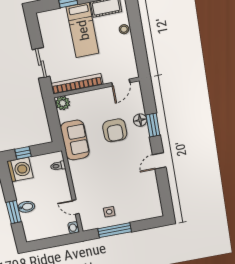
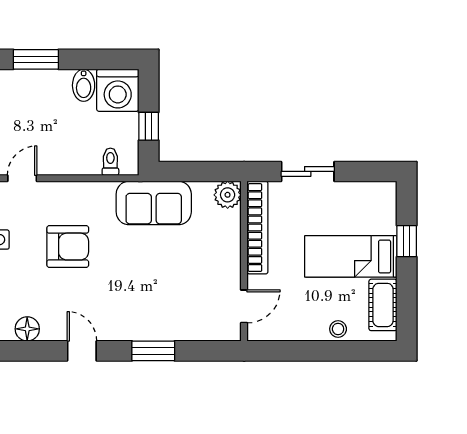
door: (121, 83) -> (244, 306), swing flipped
floor lamp: (140, 120) -> (27, 329), moved
armchair: (115, 130) -> (68, 247), moved, turned 180
window: (23, 153) -> (149, 126), moved
bidet: (26, 207) -> (84, 85), moved

